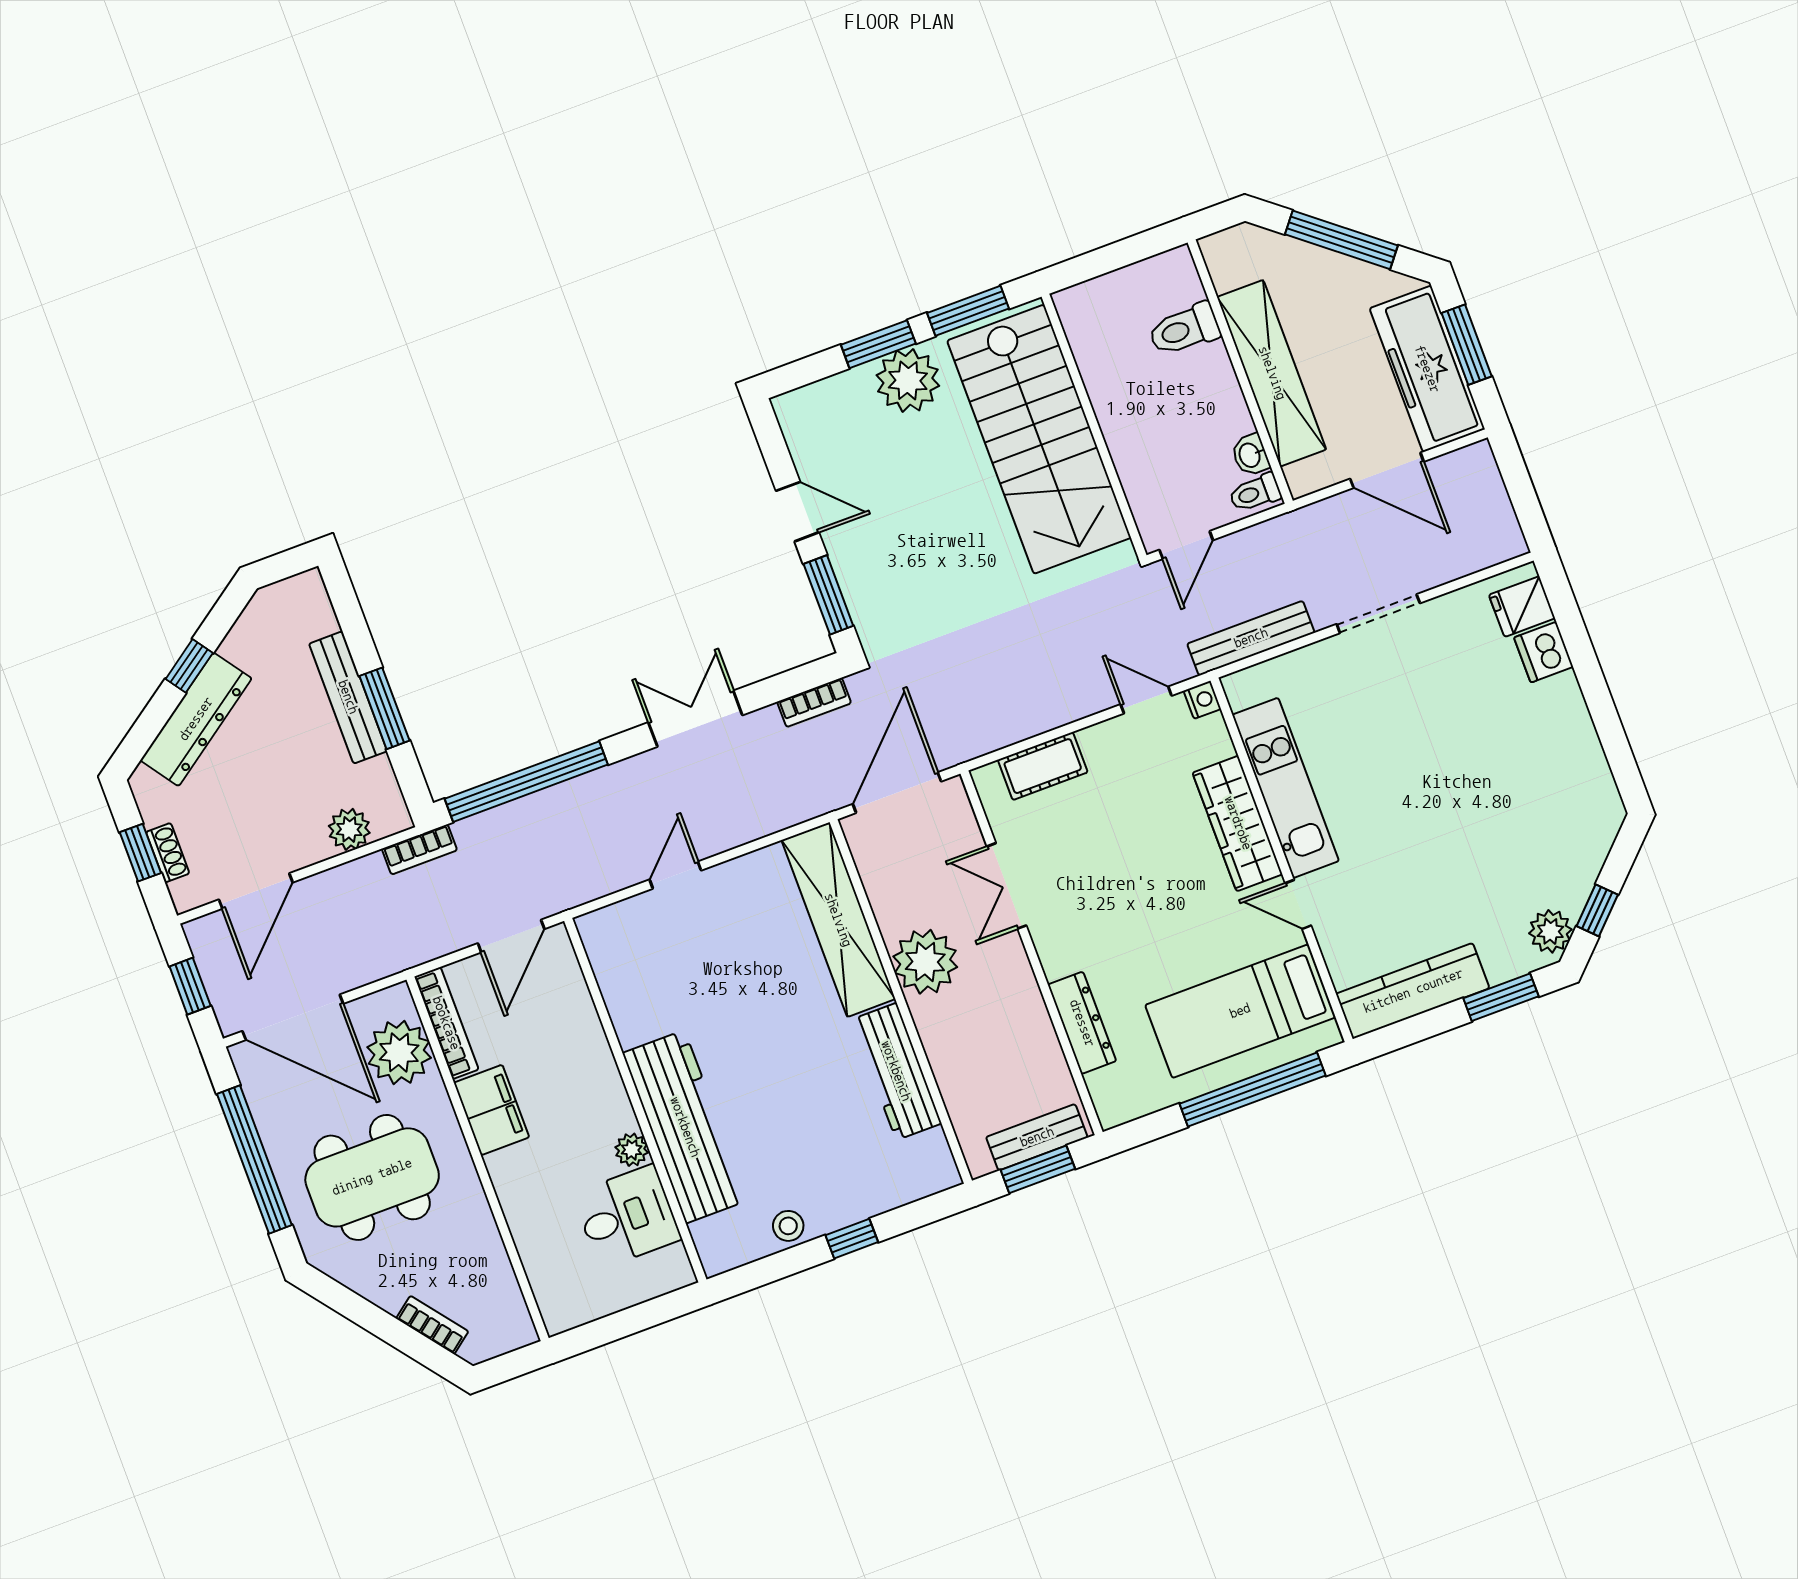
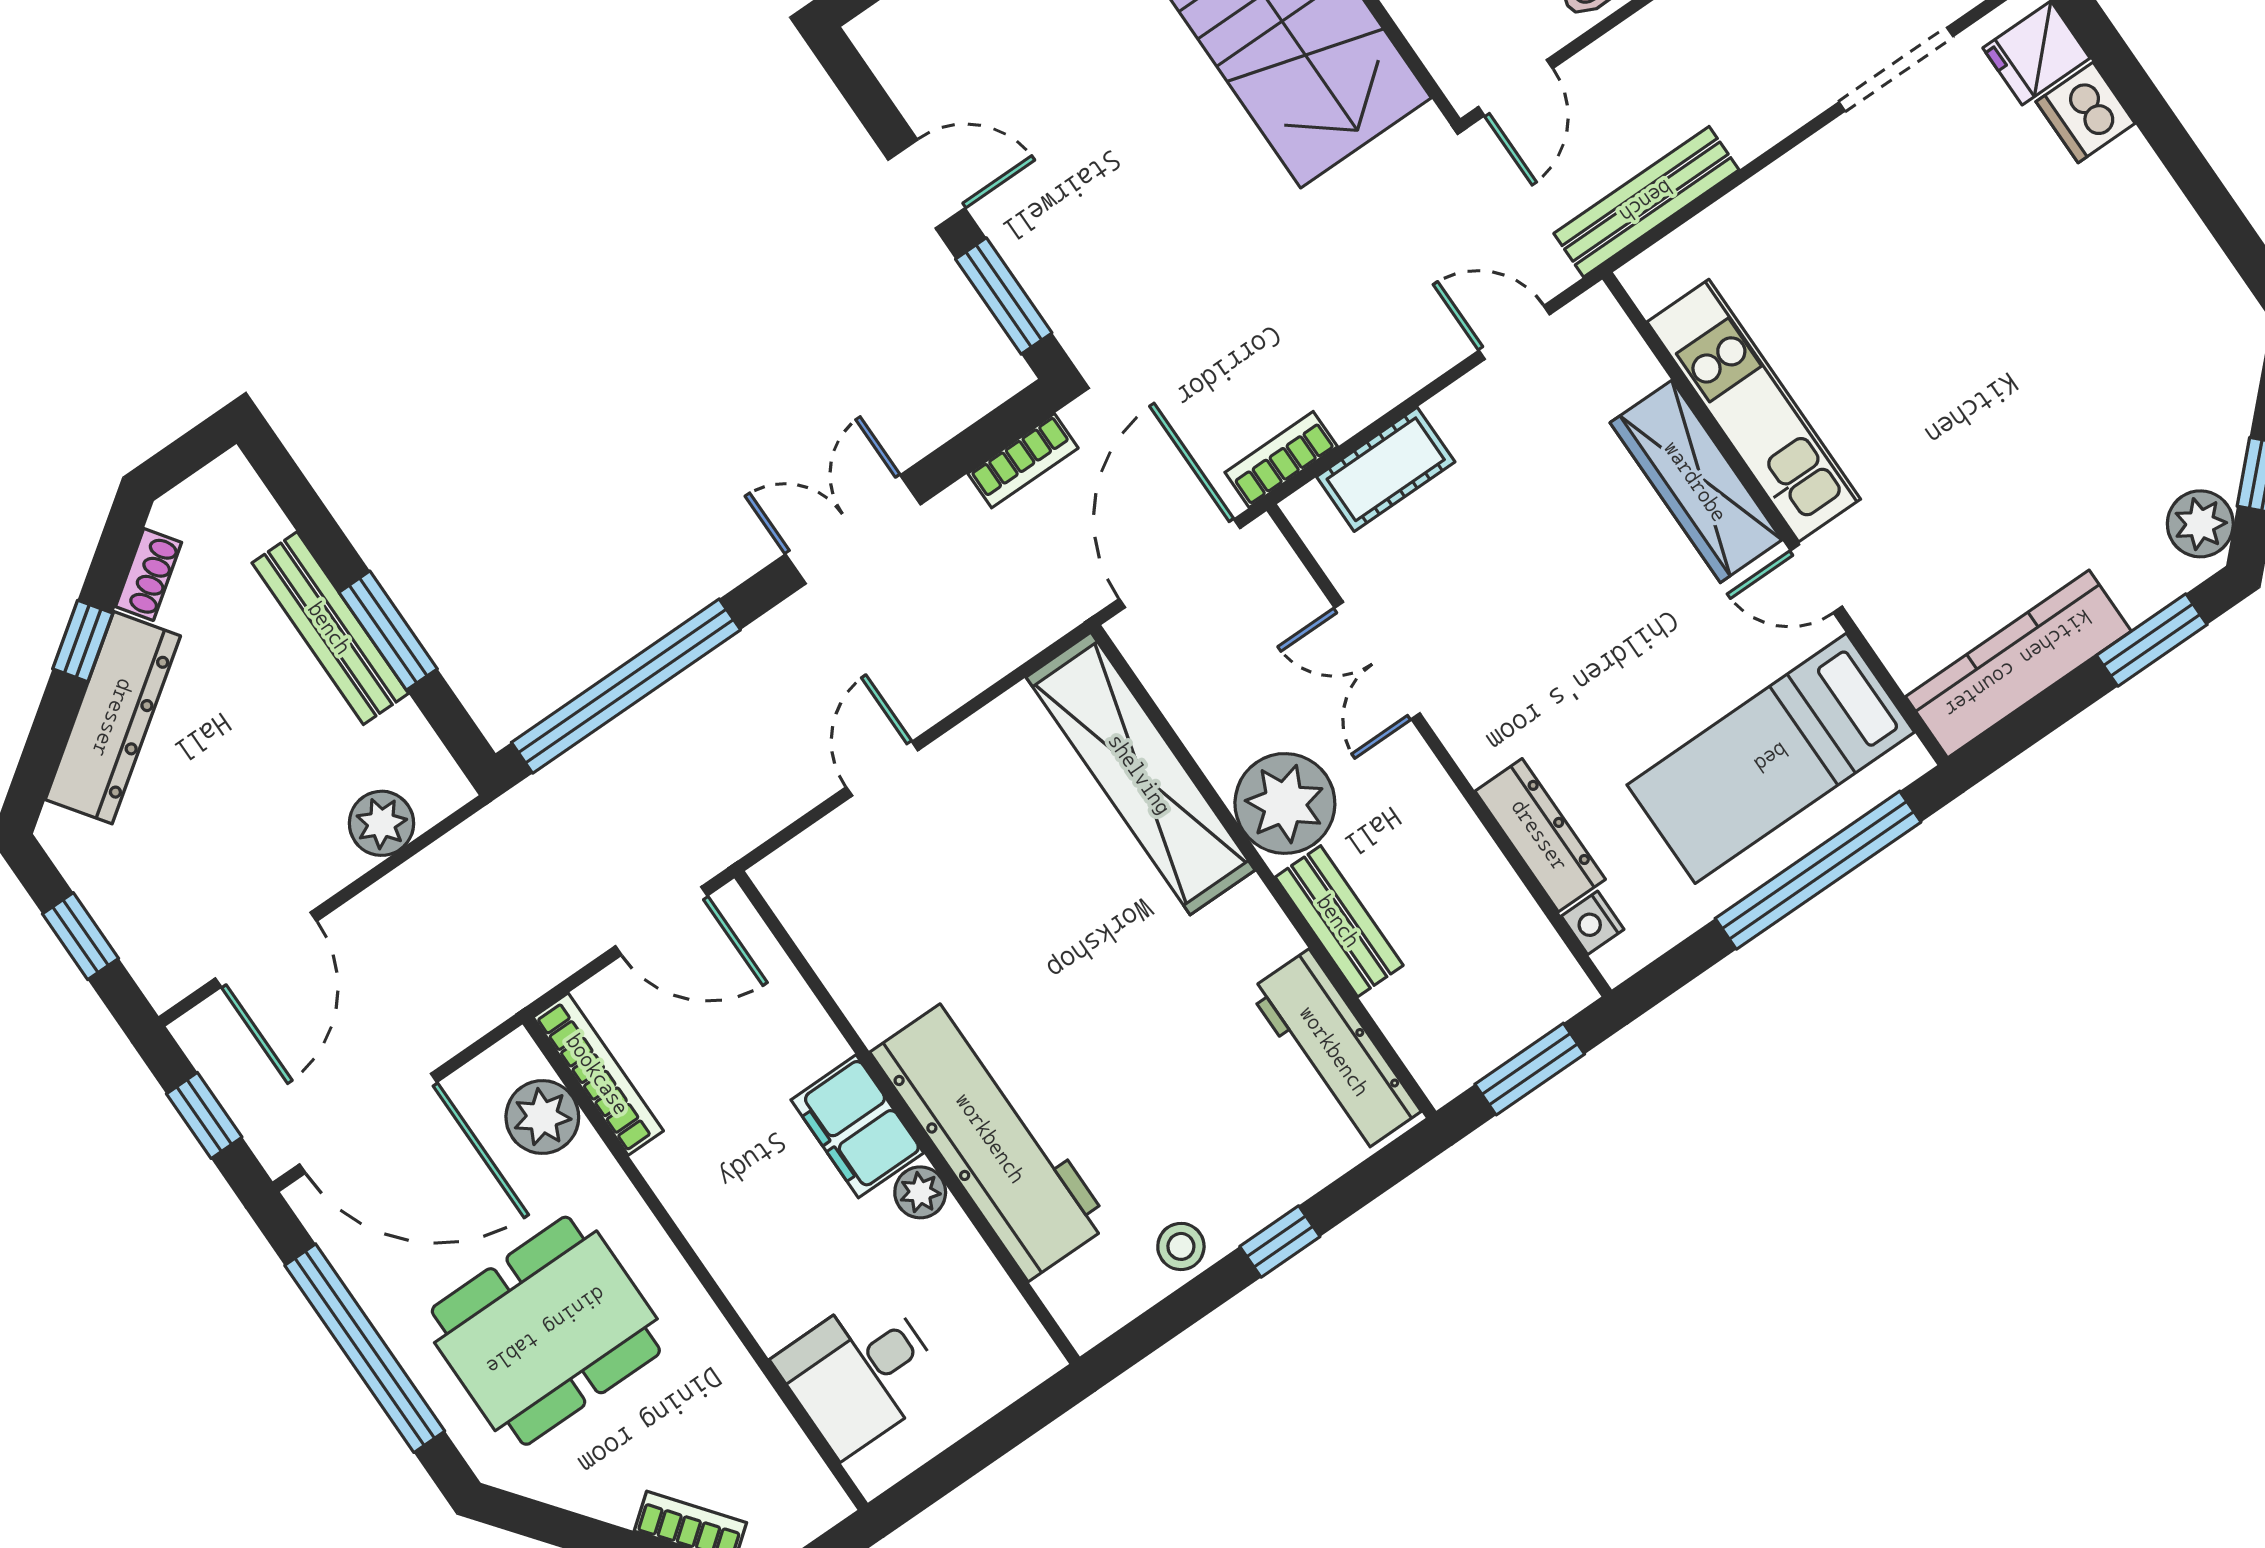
doorway: (1378, 614) -> (1896, 69), moved
nightstand: (1202, 700) -> (1593, 923), moved, turned 180
bookcase: (419, 849) -> (1281, 460), moved, turned 180
shoe rack: (168, 853) -> (148, 574), moved, turned 55
door: (511, 936) -> (661, 921), hinge flipped
plant: (399, 1053) -> (542, 1117), width x0.73, depth x0.73
workbench: (896, 1071) -> (1335, 1051), moved
filing cabinet: (491, 1110) -> (857, 1126), moved, turned 180
bench: (1037, 1137) -> (1339, 921), moved, turned 90
desk: (627, 1216) -> (860, 1373), moved, turned 180

